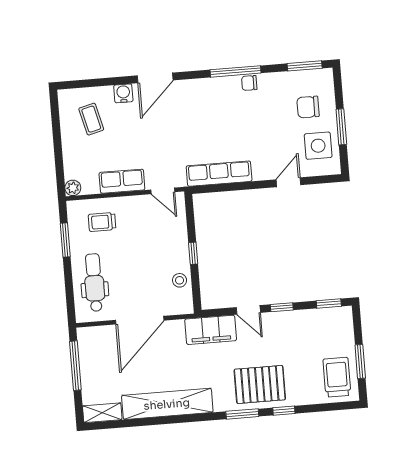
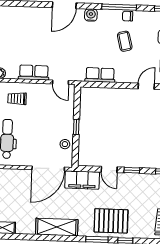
water cooler: (123, 93) -> (91, 15), moved
coffee table: (91, 119) -> (125, 41), moved
row of seats: (219, 174) -> (100, 75), width x0.68
door: (140, 320) -> (48, 168), moved
shelving: (167, 404) -> (57, 227), width x0.68

